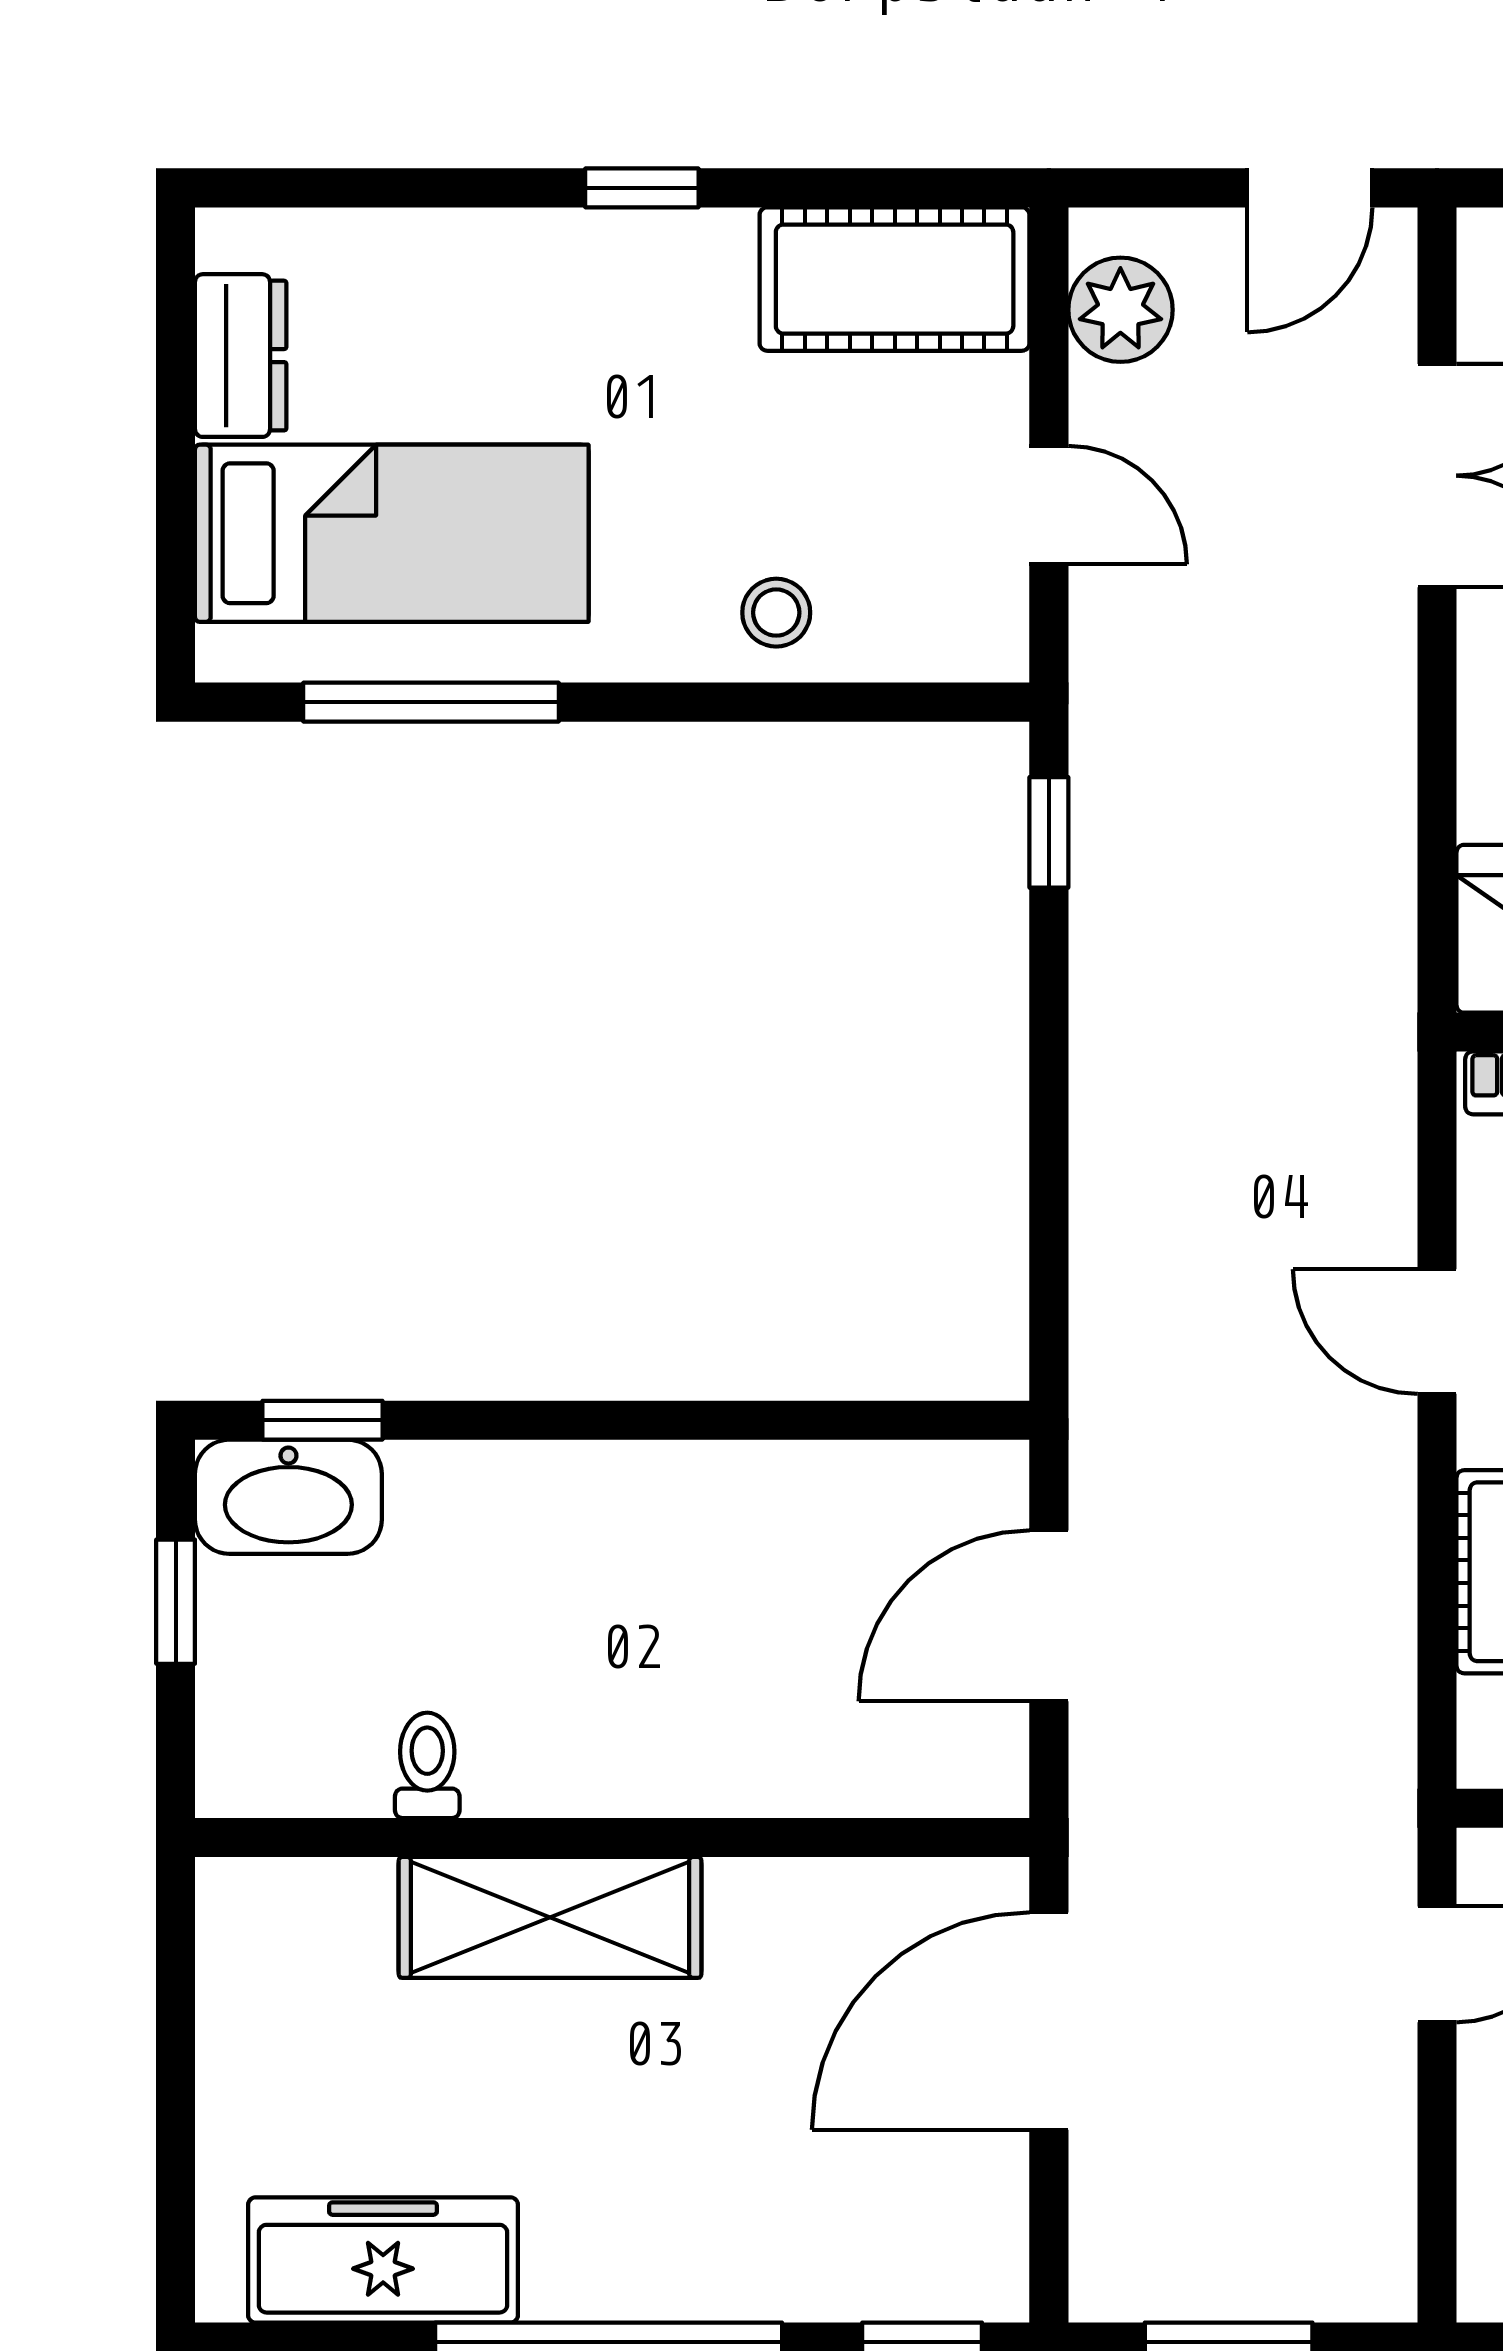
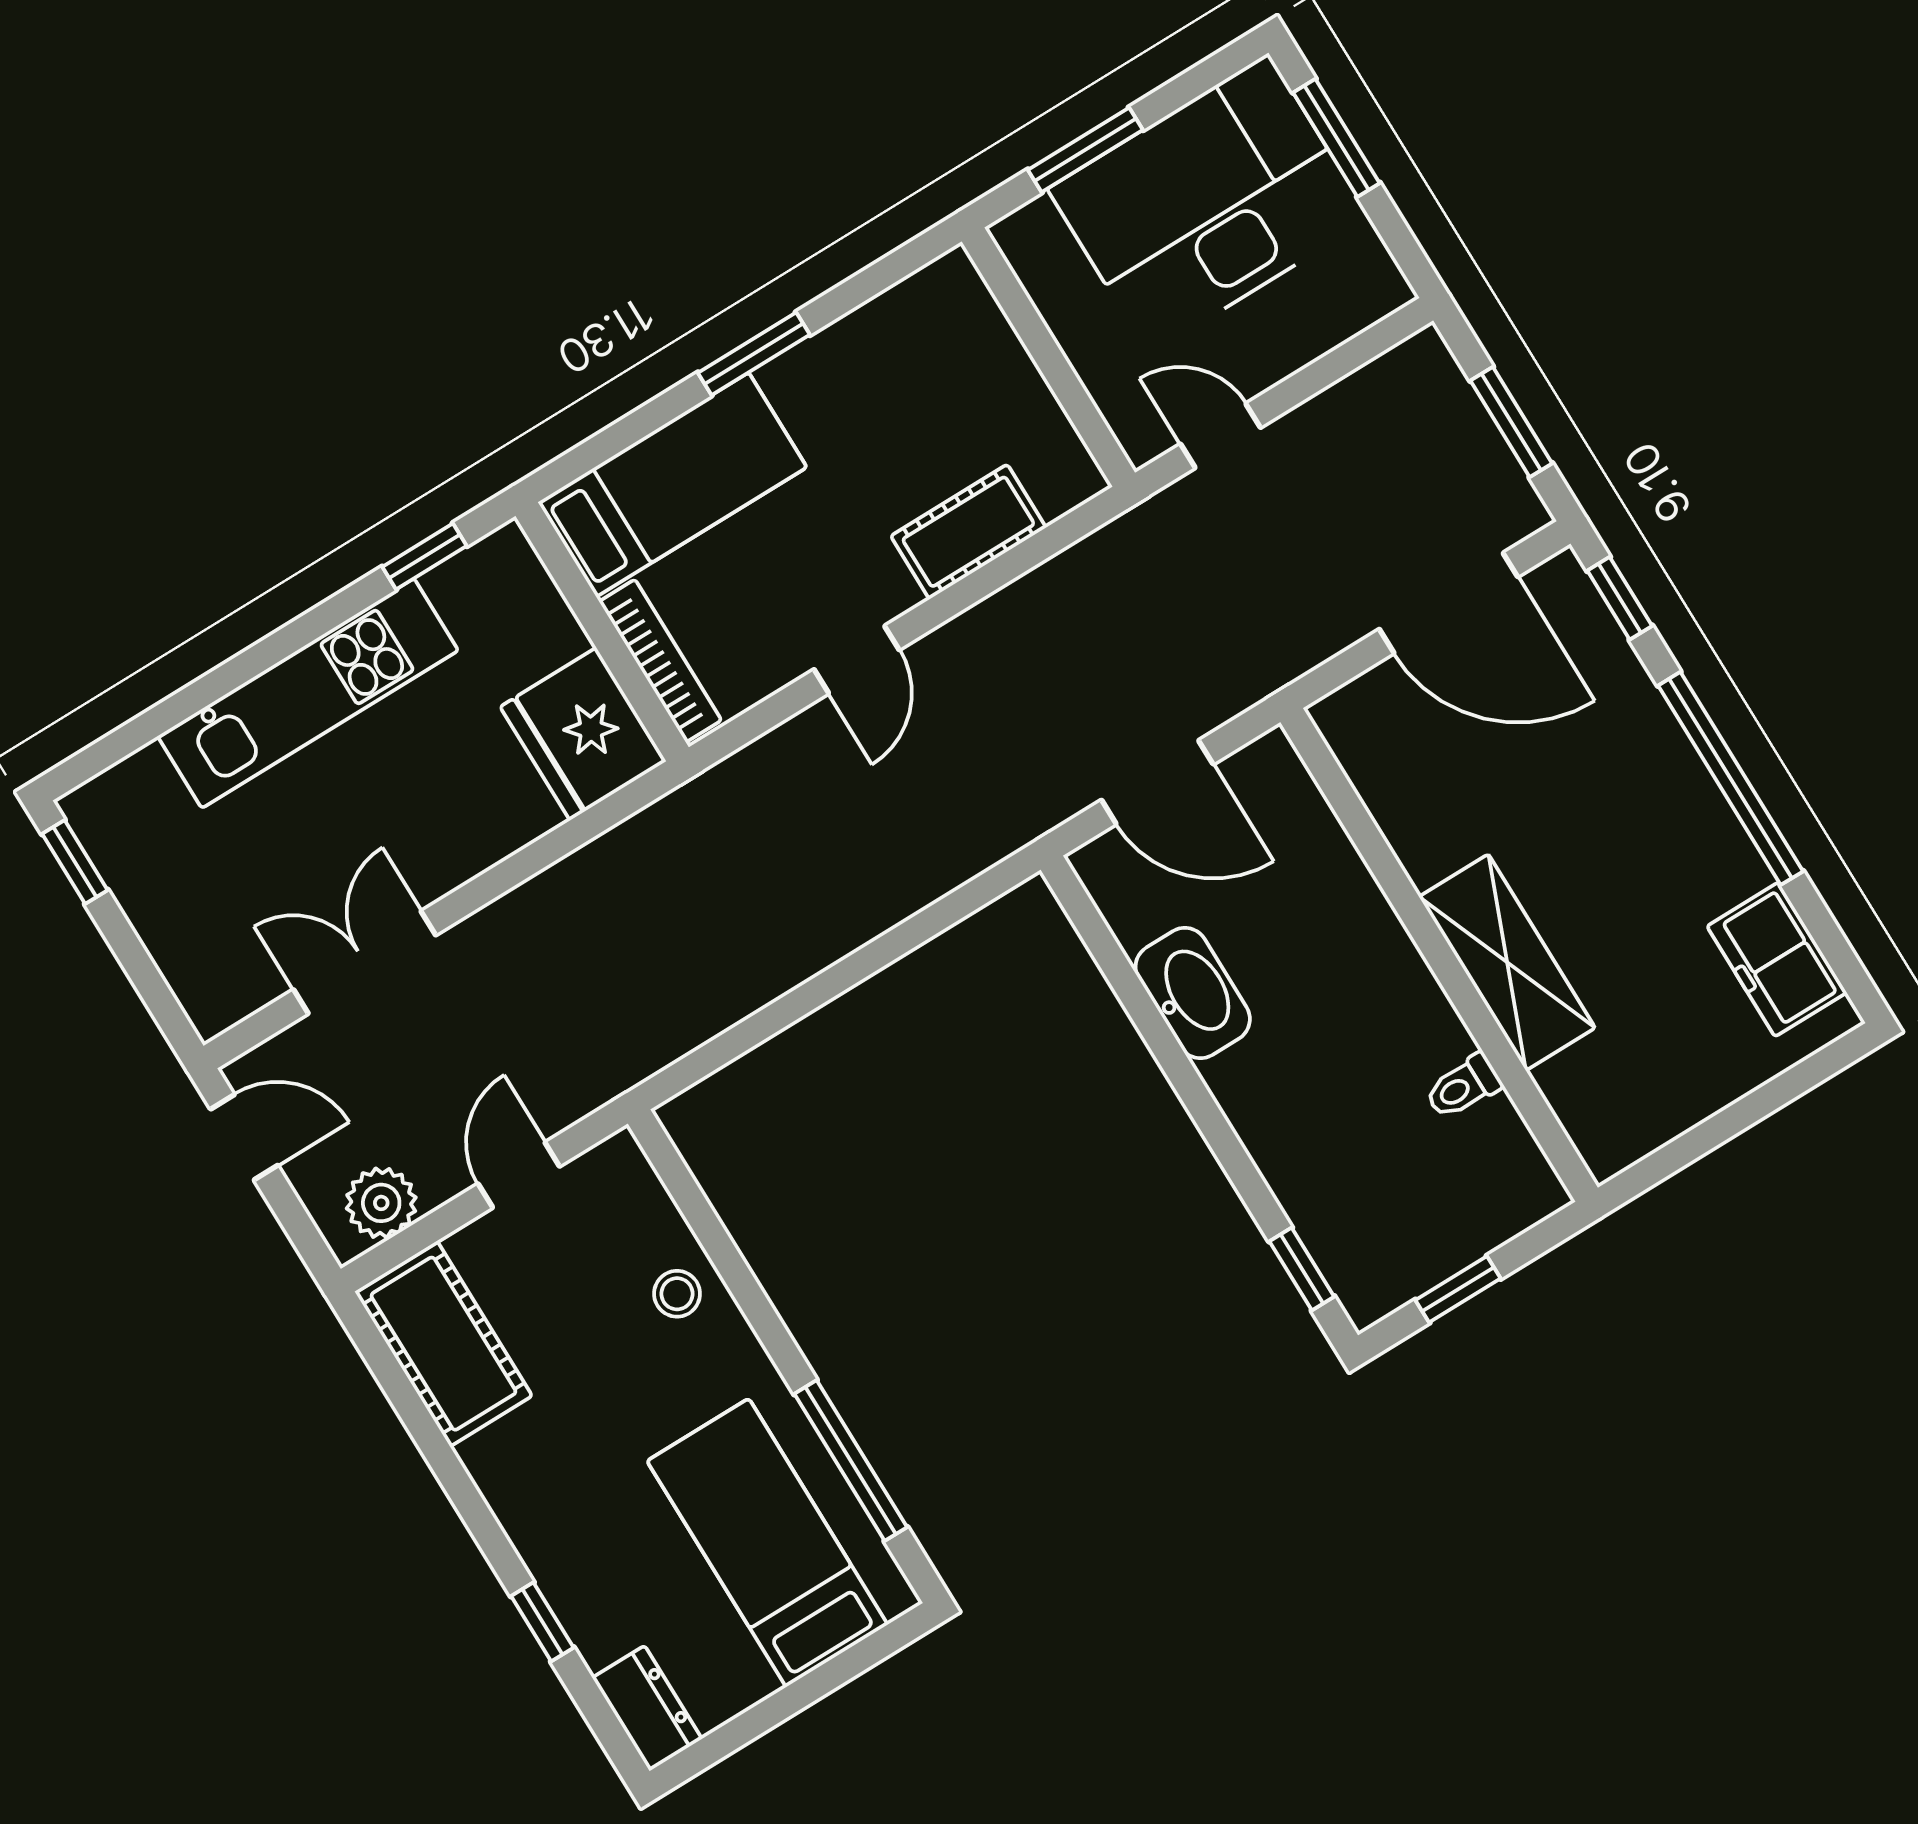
window: (642, 188) -> (542, 1622), moved
dresser: (241, 356) -> (647, 1708), moved, turned 90
window: (1049, 832) -> (707, 1059), removed
washbasin: (288, 1497) -> (1193, 993), moved
door: (1049, 2021) -> (1449, 603), moved
freezer: (383, 2260) -> (1777, 959), width x0.71

